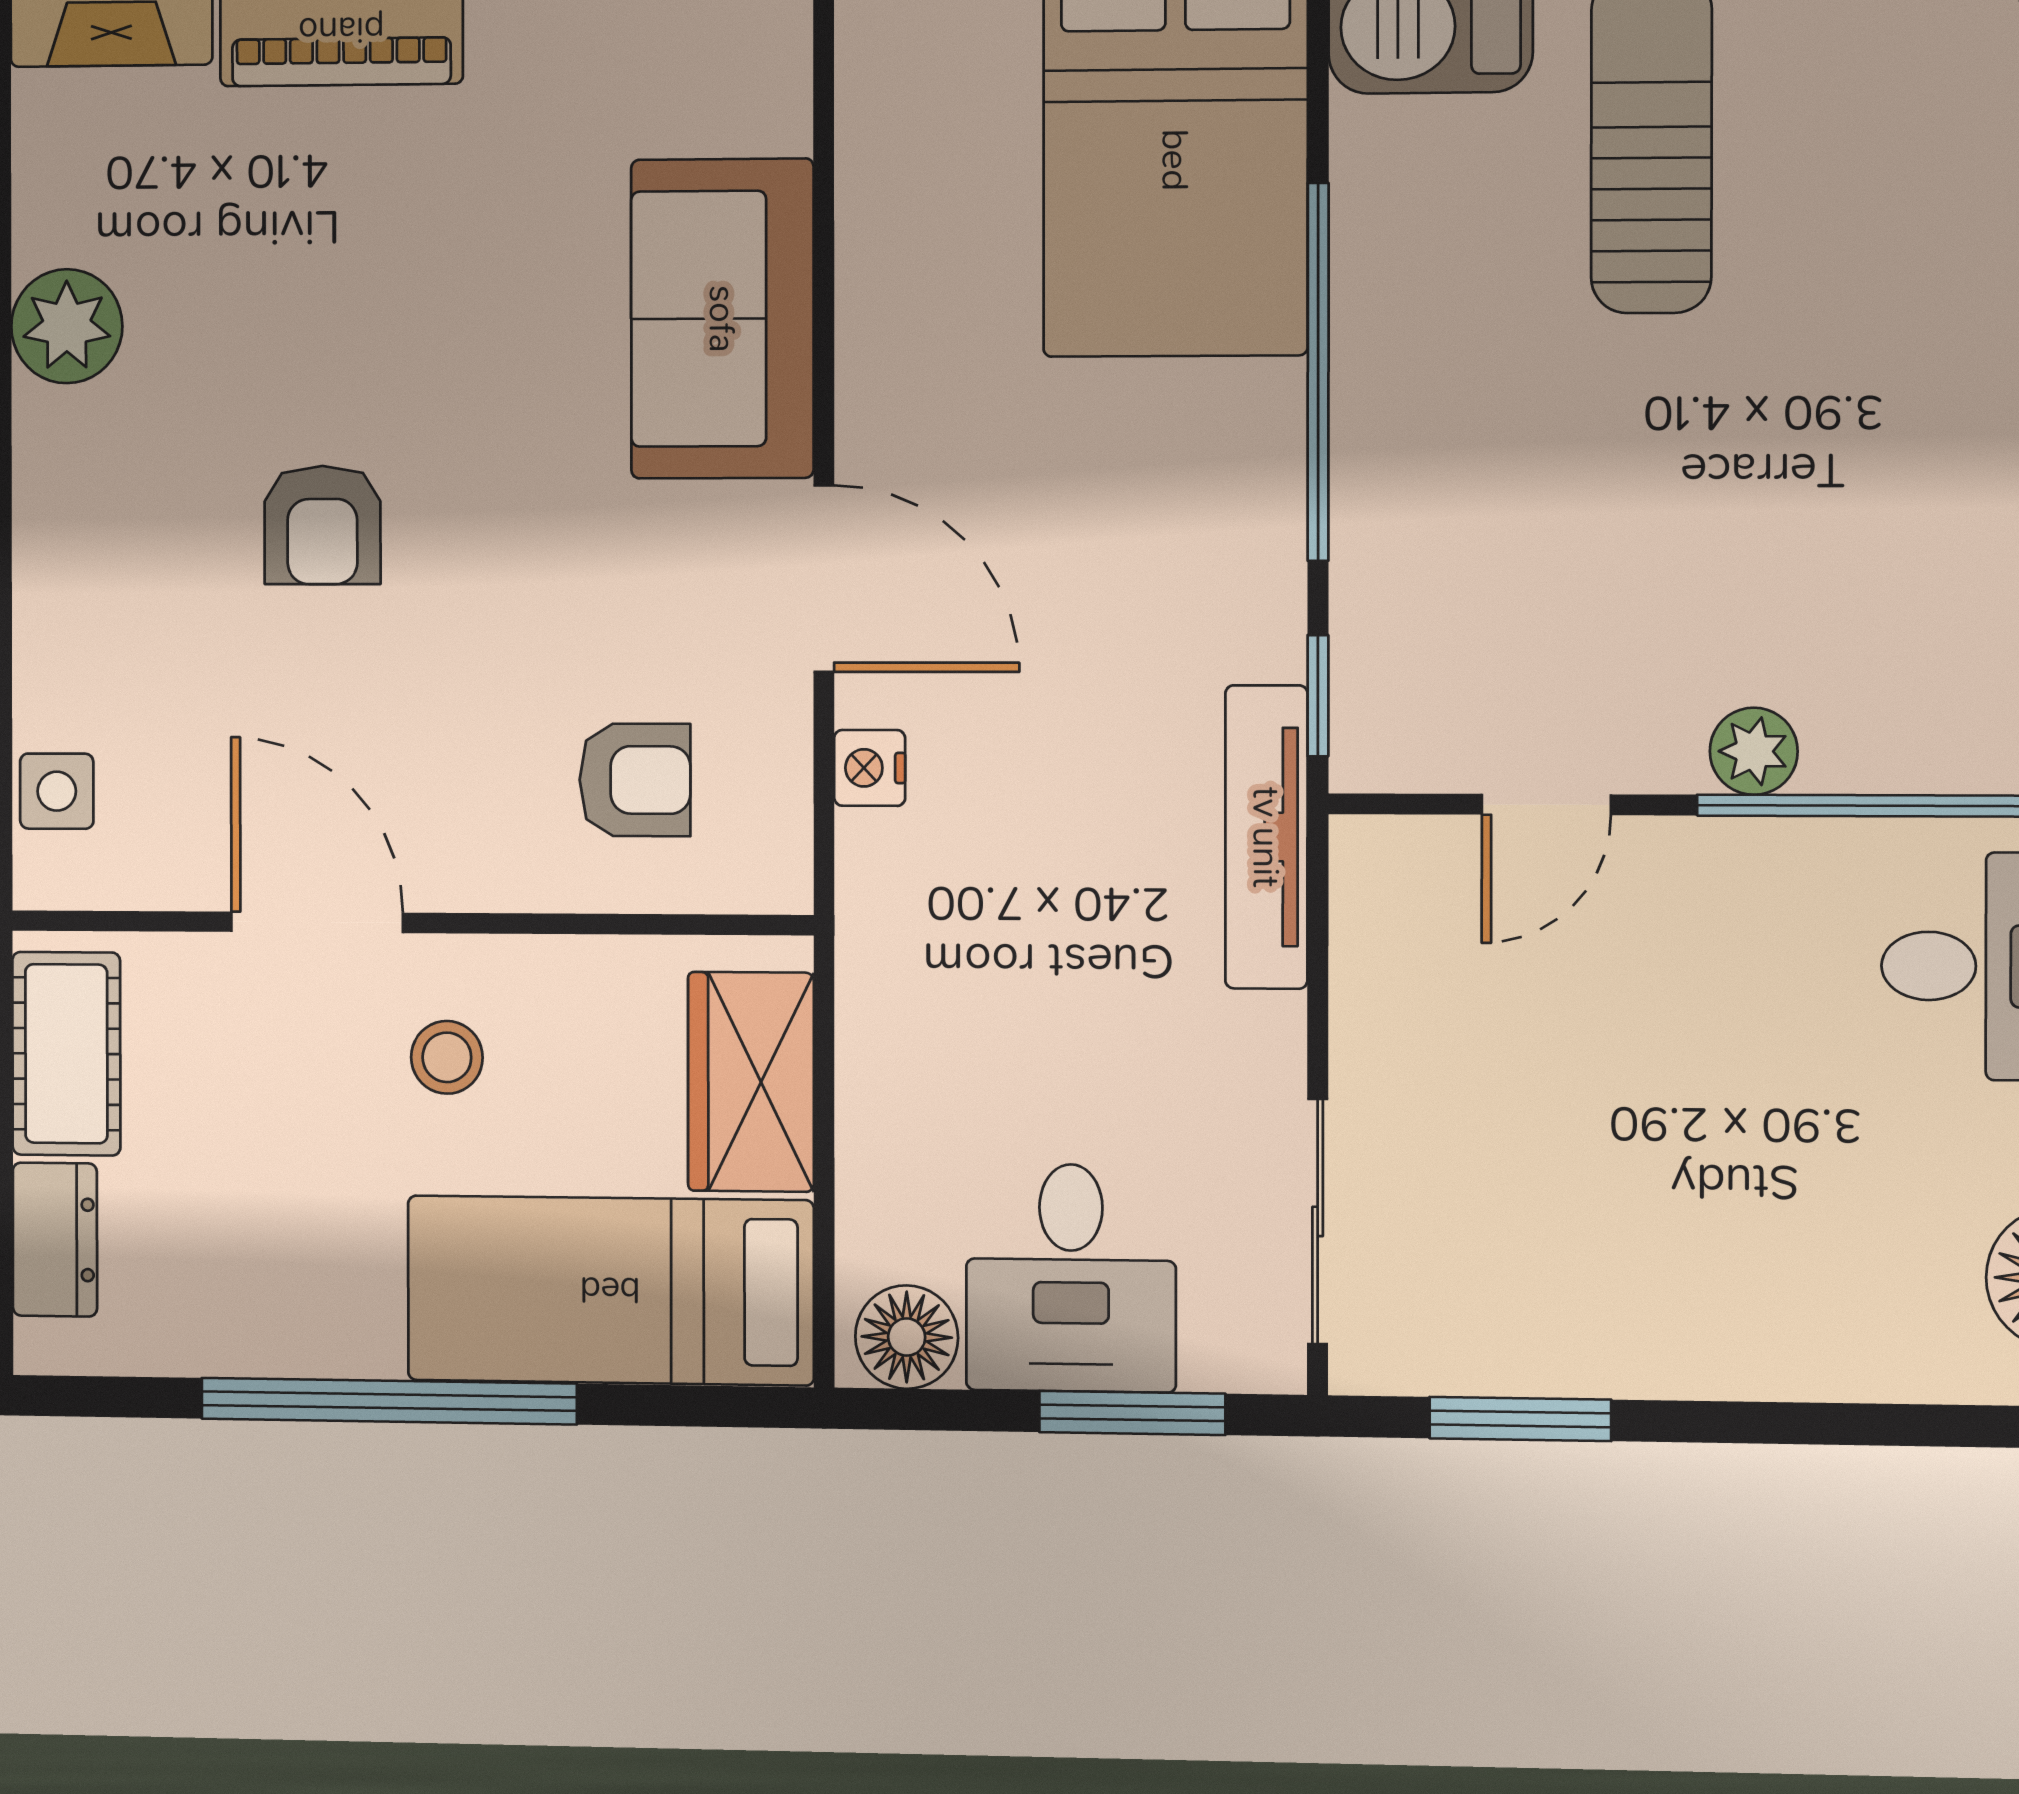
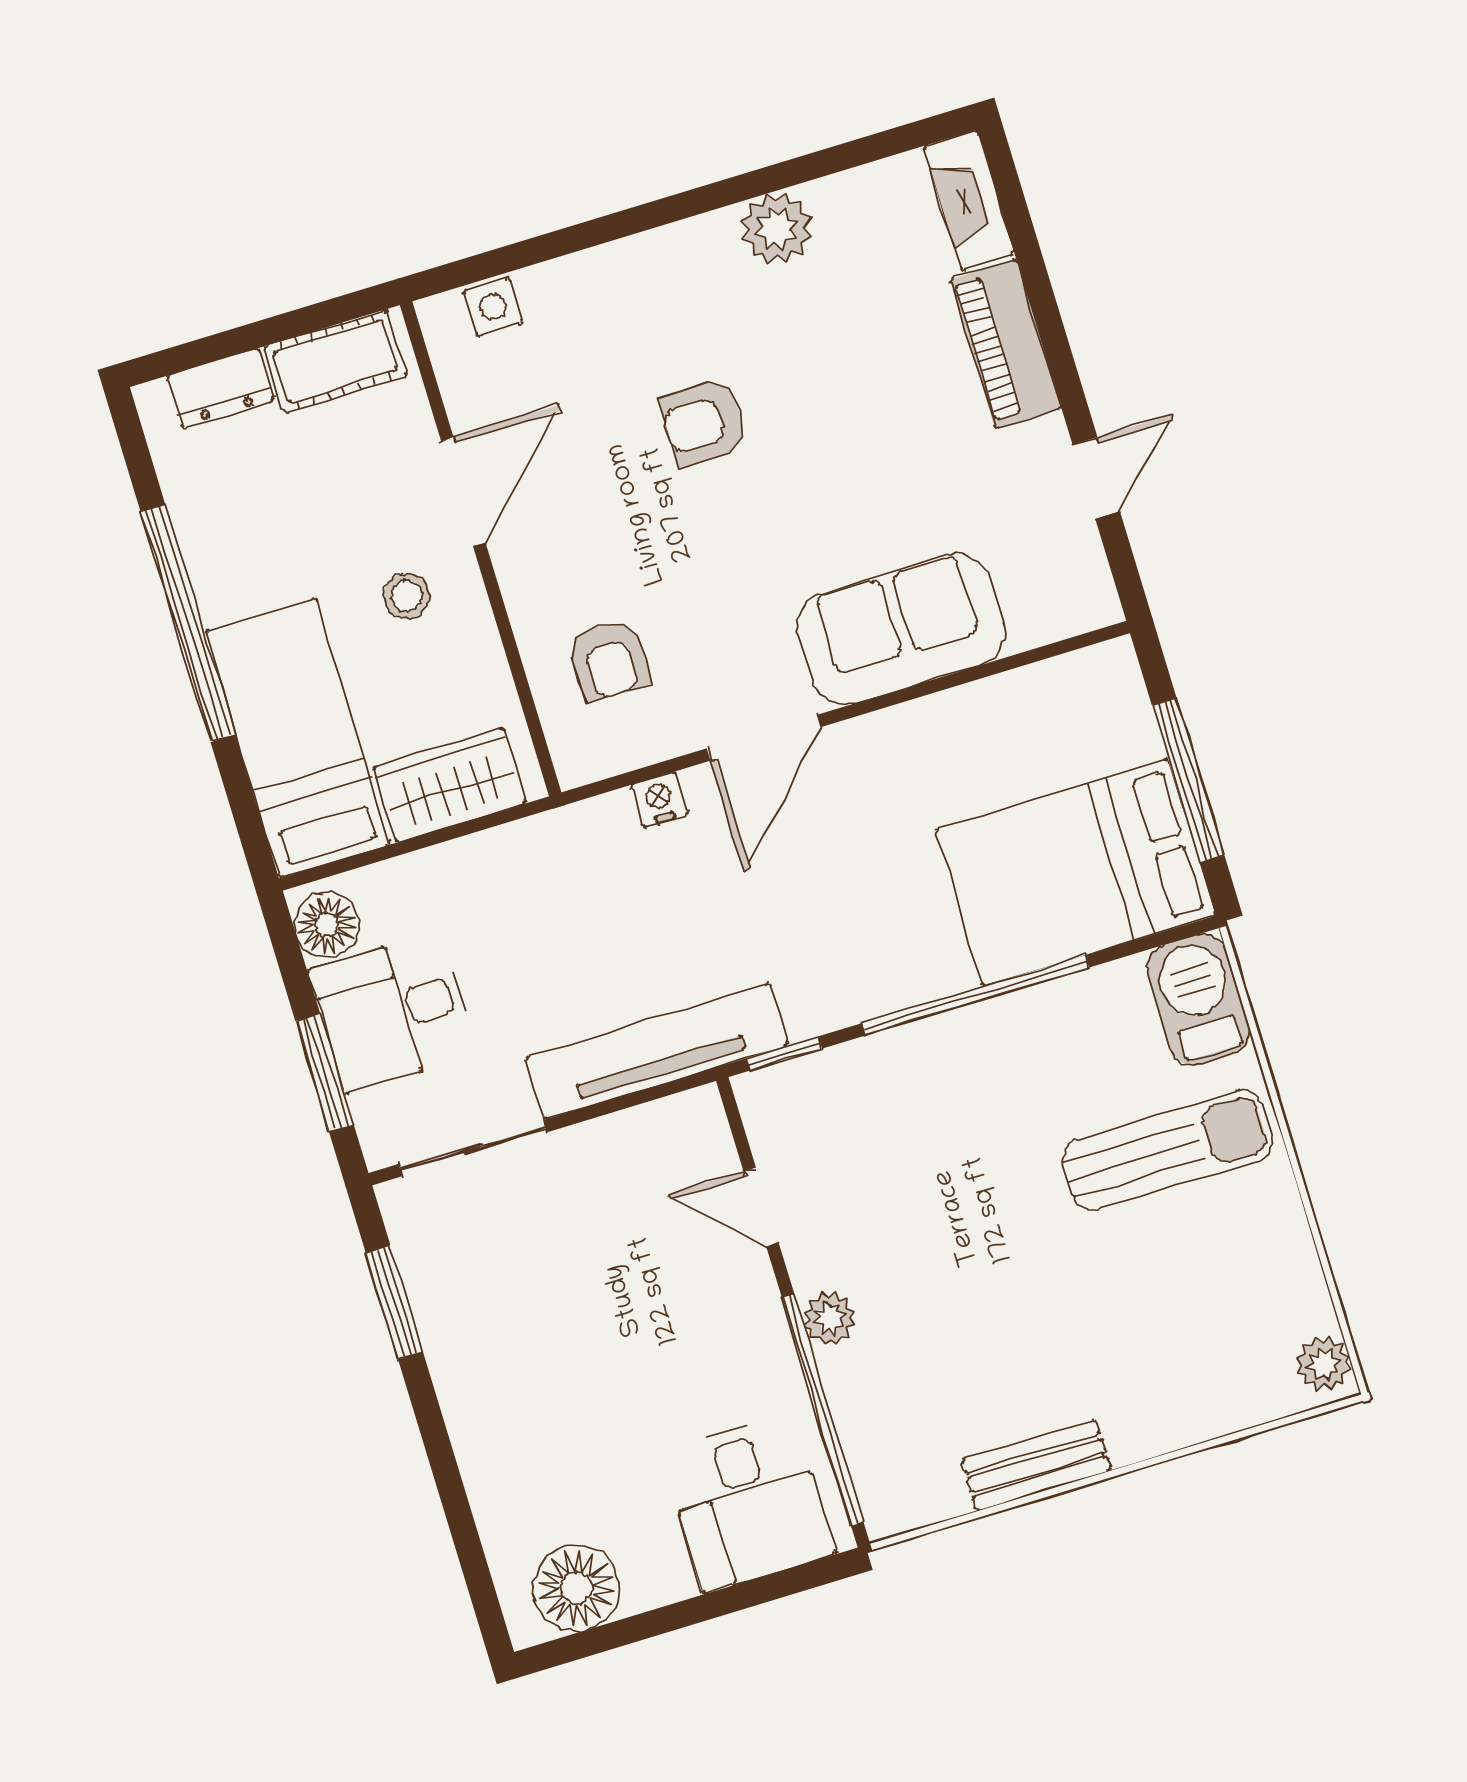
tv unit: (1266, 837) -> (657, 1051), width x1.36, depth x1.29

